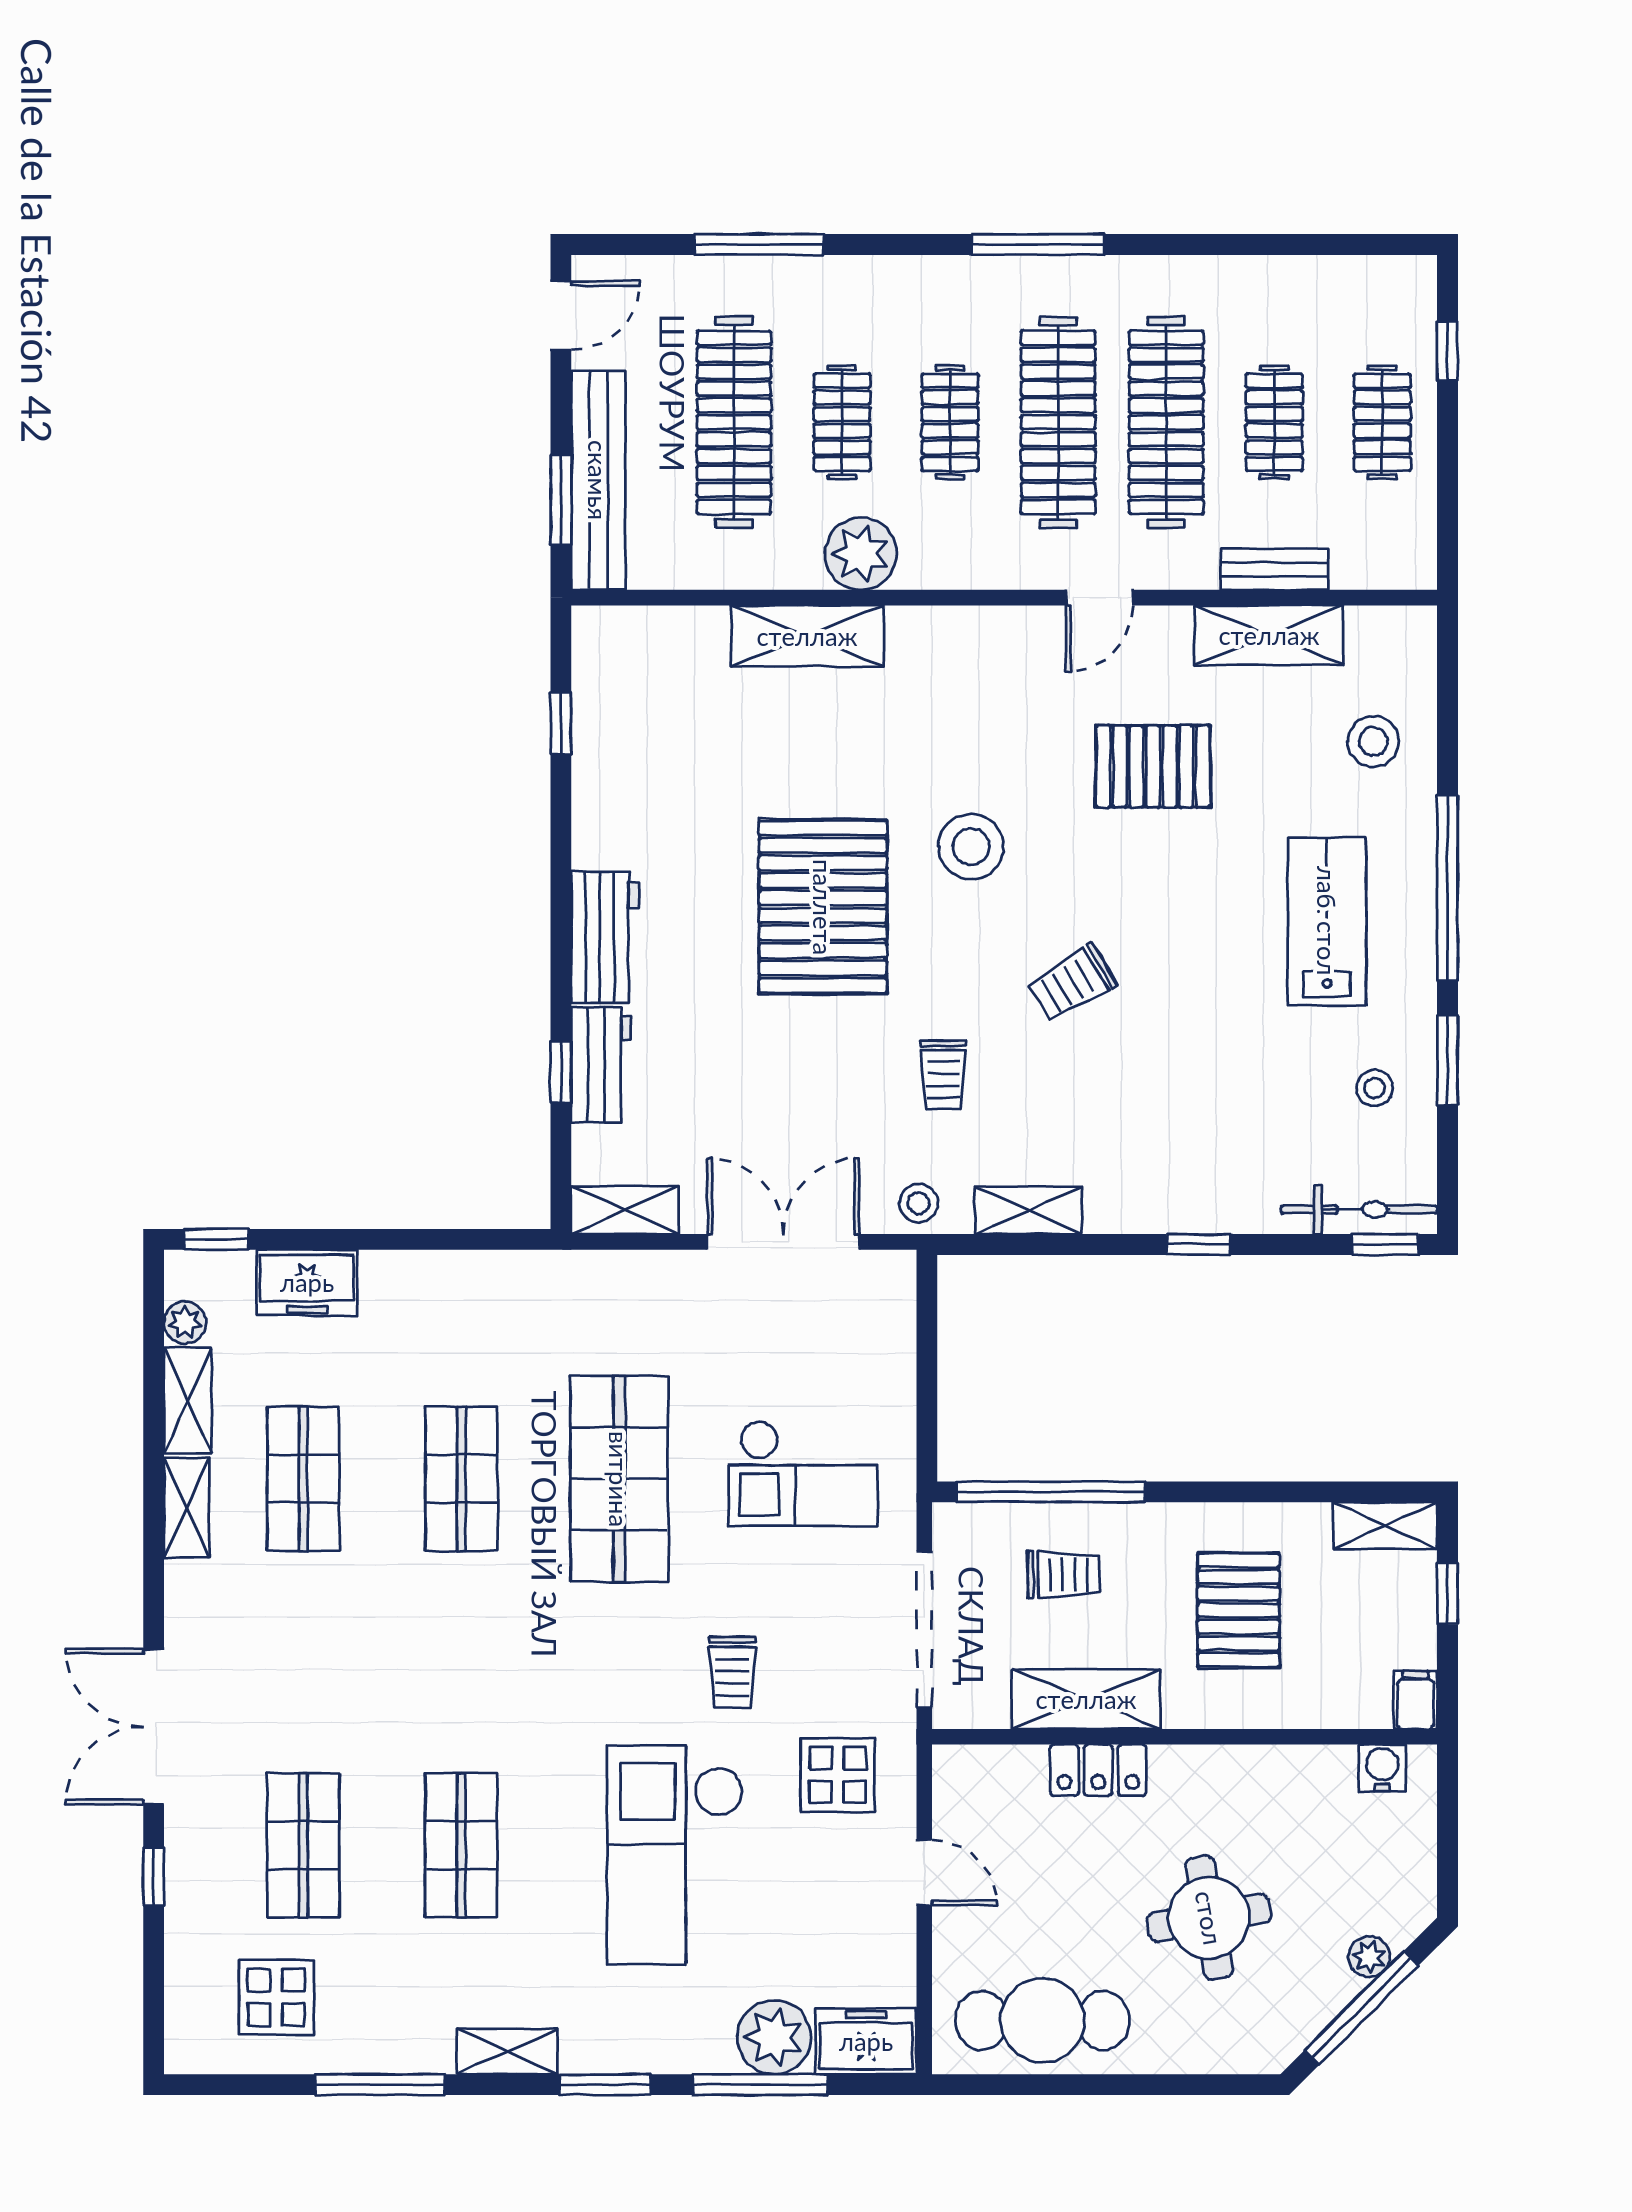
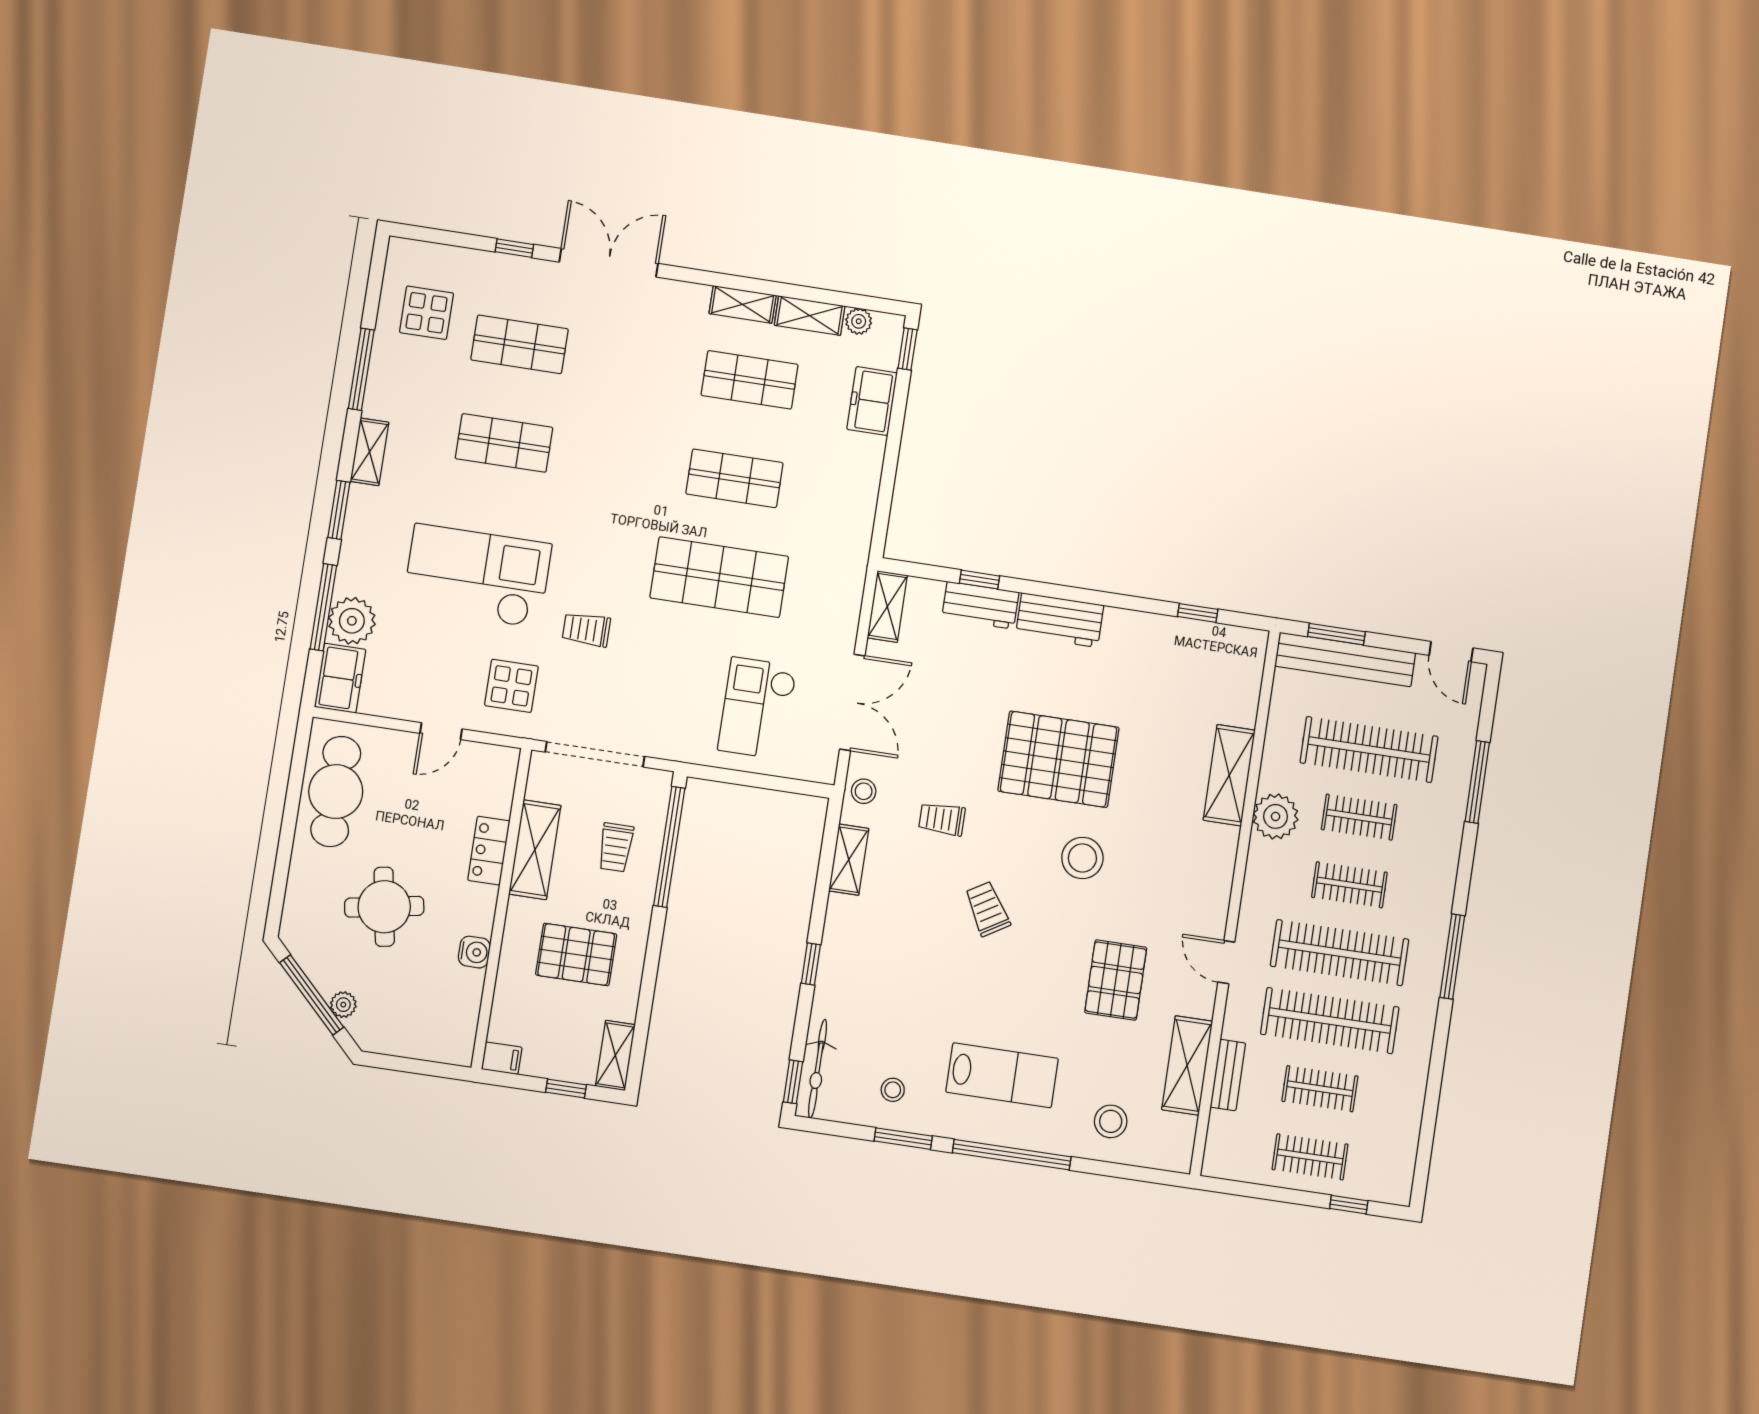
checkout: (803, 1474) -> (757, 708), moved
water cooler: (1382, 1768) -> (474, 952), moved

